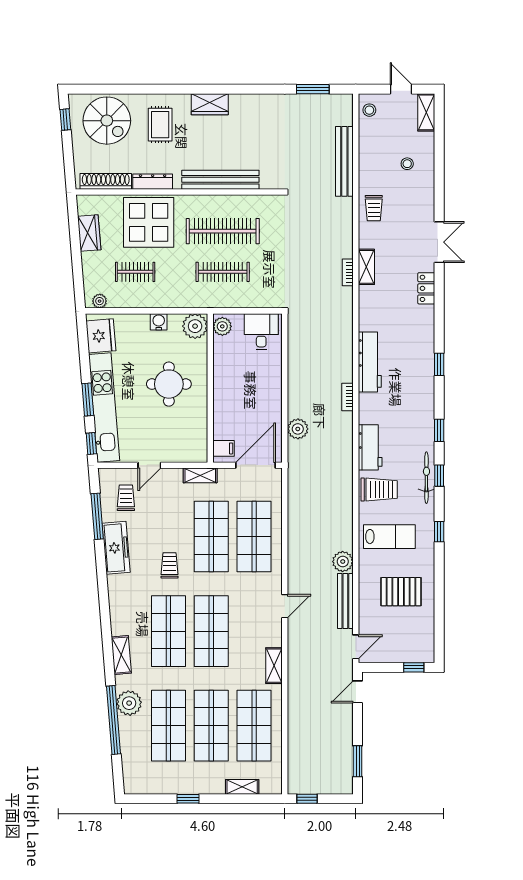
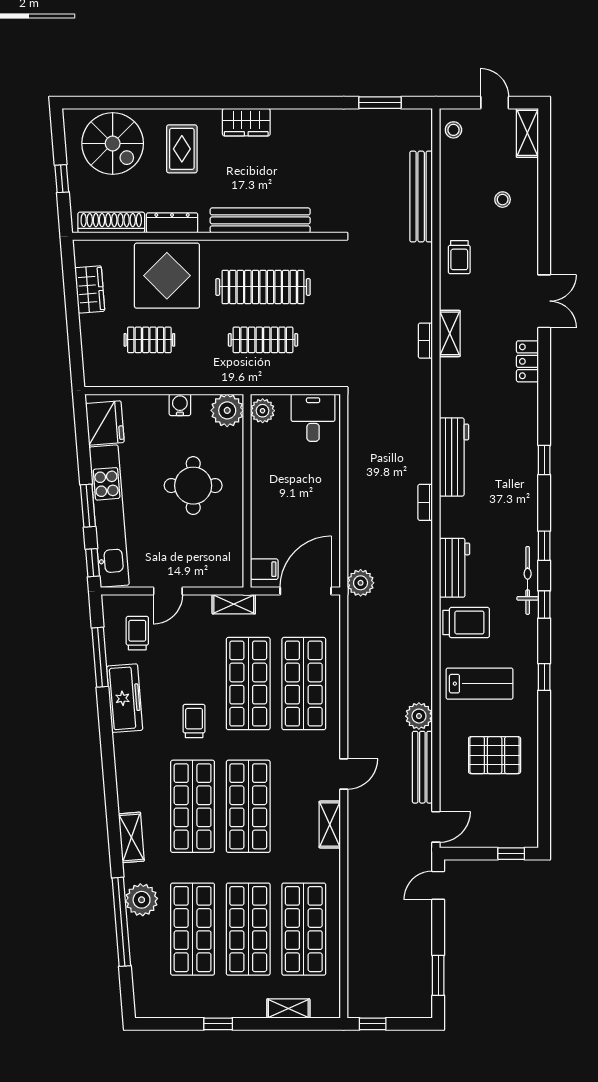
window: (65, 120) -> (62, 179), moved
plant: (100, 301) -> (103, 378), removed
plant: (298, 429) -> (361, 583), moved
bicycle: (426, 478) -> (528, 580), moved
shelving: (274, 666) -> (330, 825), moved

